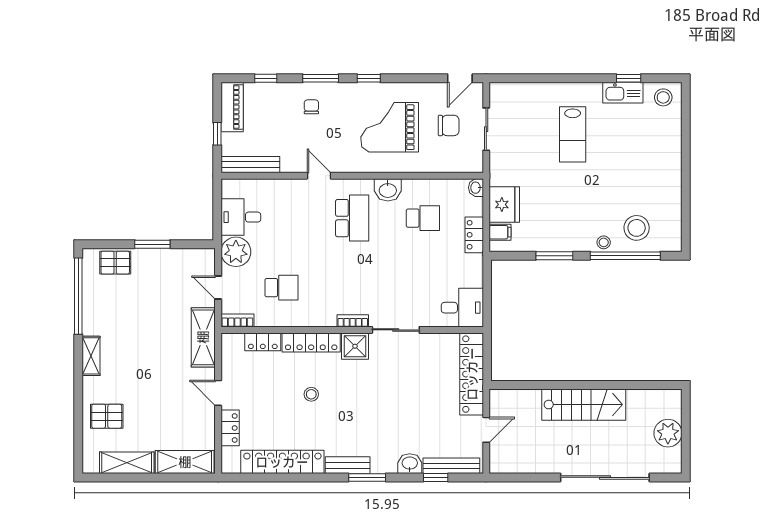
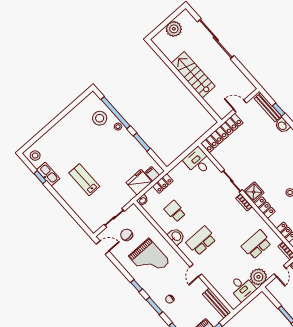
lab bench: (573, 134) -> (84, 180), turned -90
school desk: (281, 288) -> (256, 245), width x1.85
locker: (311, 342) -> (265, 208), width x0.66

